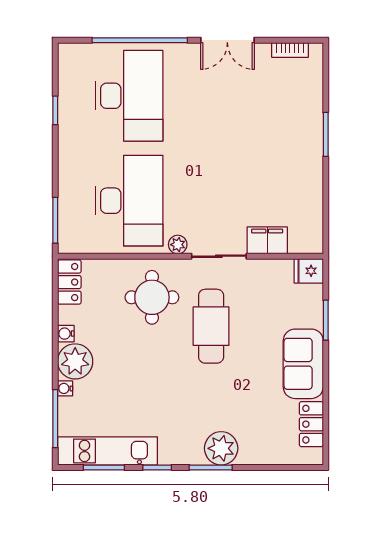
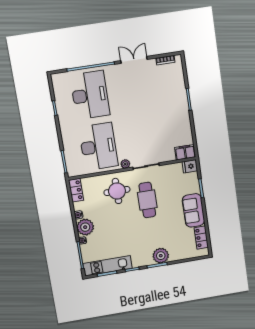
double door: (227, 40) -> (134, 60), swing flipped
filing cabinet: (267, 240) -> (185, 152), moved

